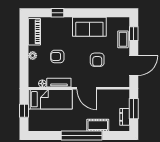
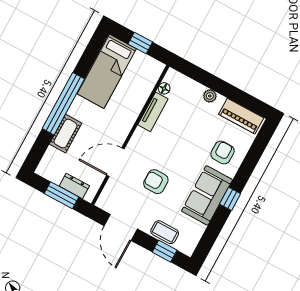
window: (57, 13) -> (230, 199), moved
armchair: (57, 56) -> (223, 153), moved
door: (87, 88) -> (115, 162), moved
bed: (50, 99) -> (107, 71), moved
dresser: (125, 117) -> (74, 186), moved

